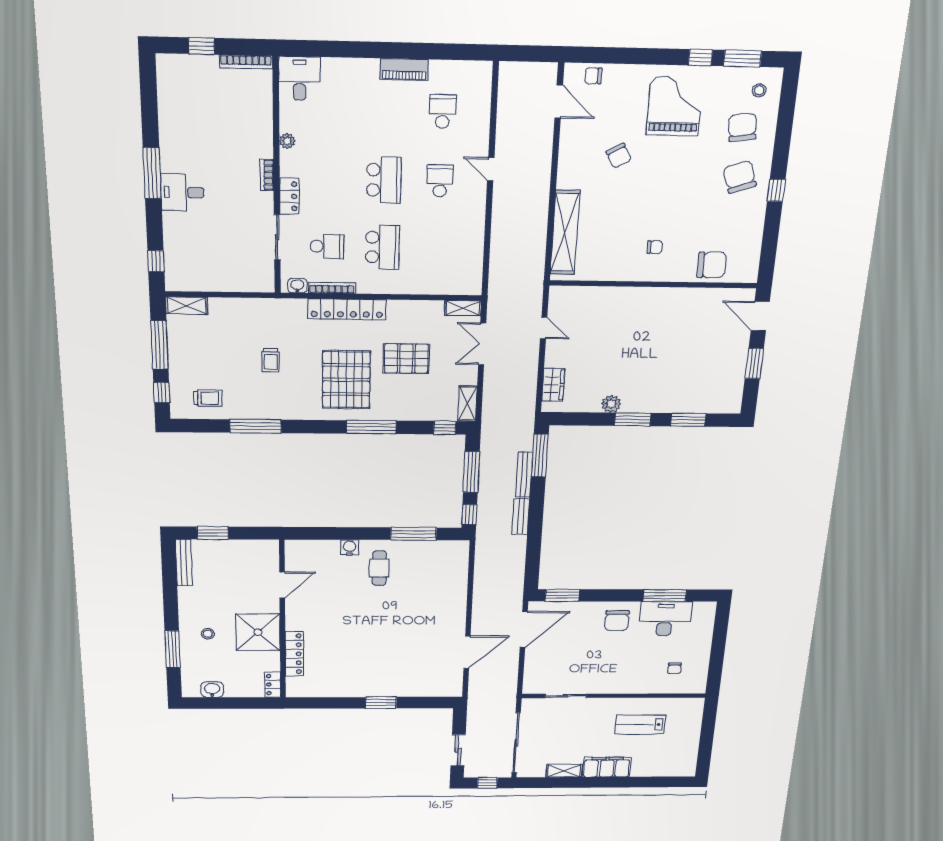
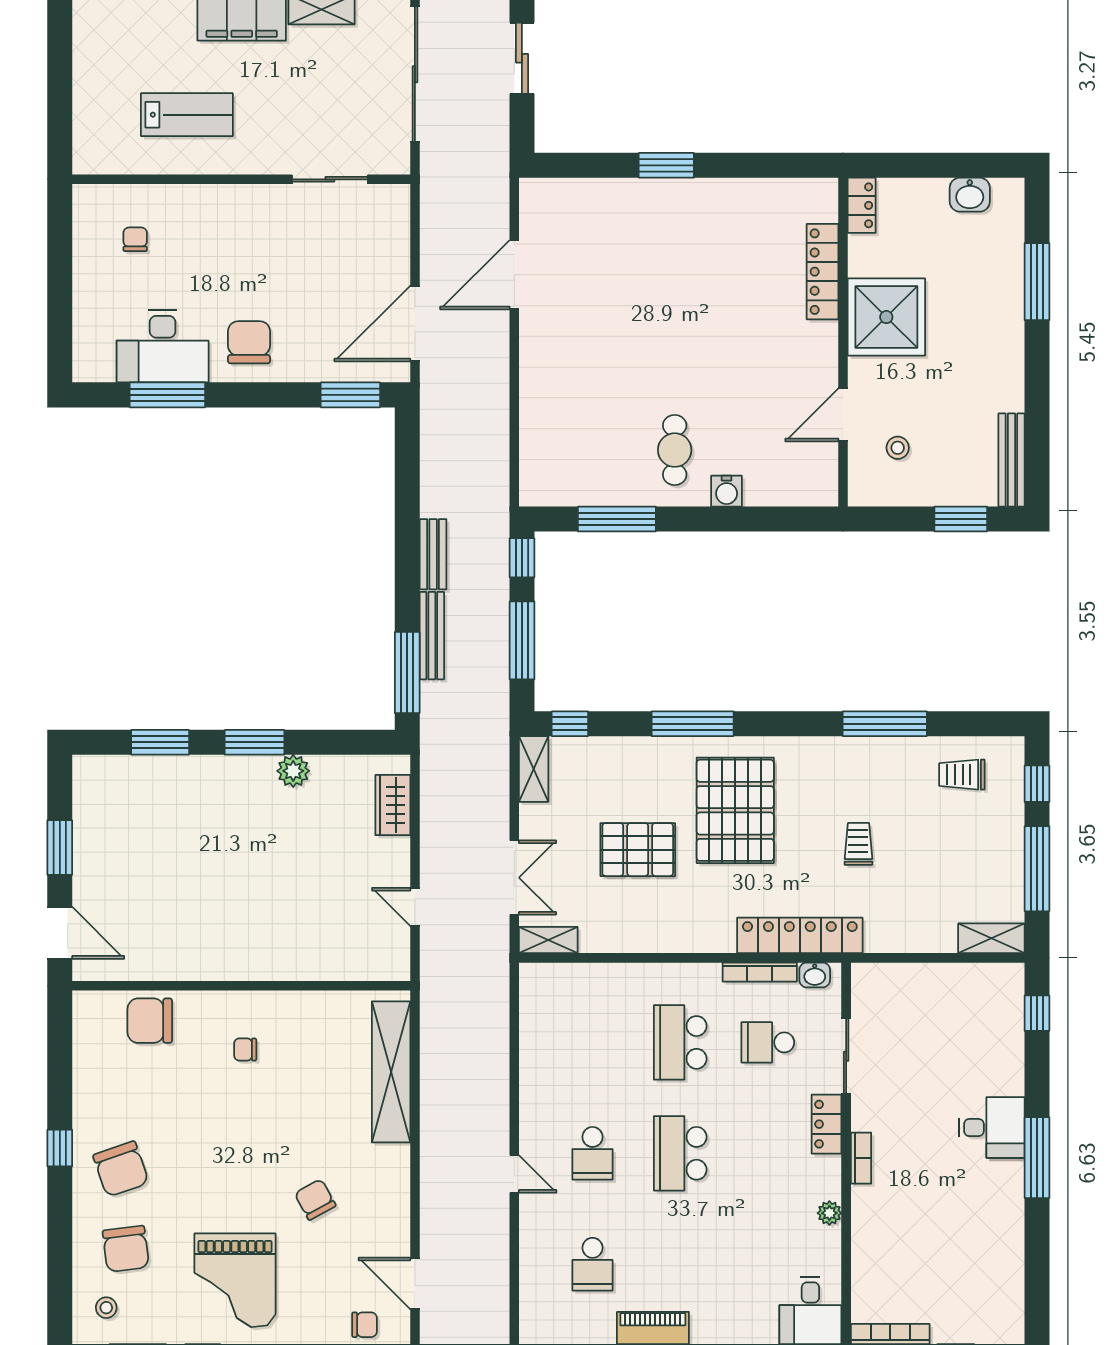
locker: (347, 309) -> (800, 935), moved
stool: (208, 634) -> (898, 448), moved

